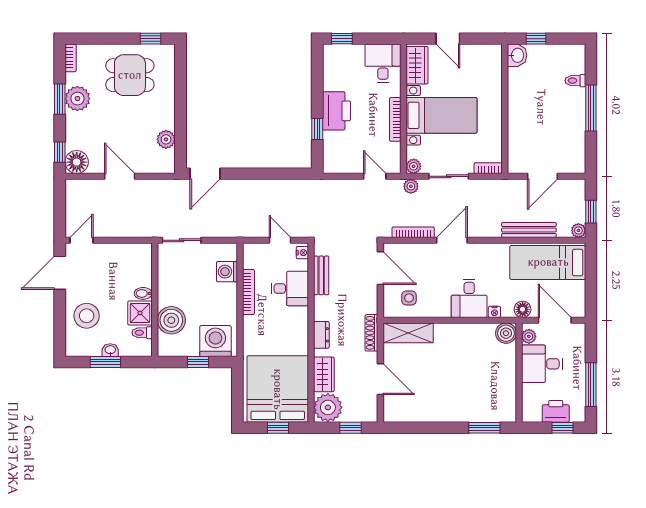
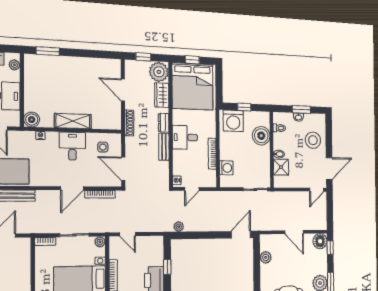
plant: (411, 186) -> (179, 227), moved
door: (280, 240) -> (192, 189), hinge flipped
bench: (321, 275) -> (164, 147), moved
desk: (290, 288) -> (185, 137), moved
desk: (469, 298) -> (72, 146), moved
floor lamp: (523, 309) -> (19, 137), removed
shower: (140, 313) -> (281, 167), moved
shelving: (408, 333) -> (73, 121), moved
plant: (529, 336) -> (14, 65), moved

